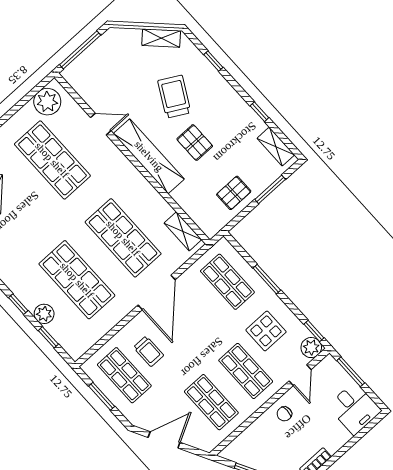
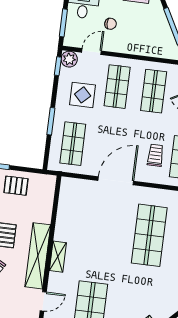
door: (101, 124) -> (43, 301), swing flipped
shelving: (183, 231) -> (58, 257), moved
shop shelf: (123, 238) -> (100, 229), removed
chair: (284, 414) -> (111, 24), moved

